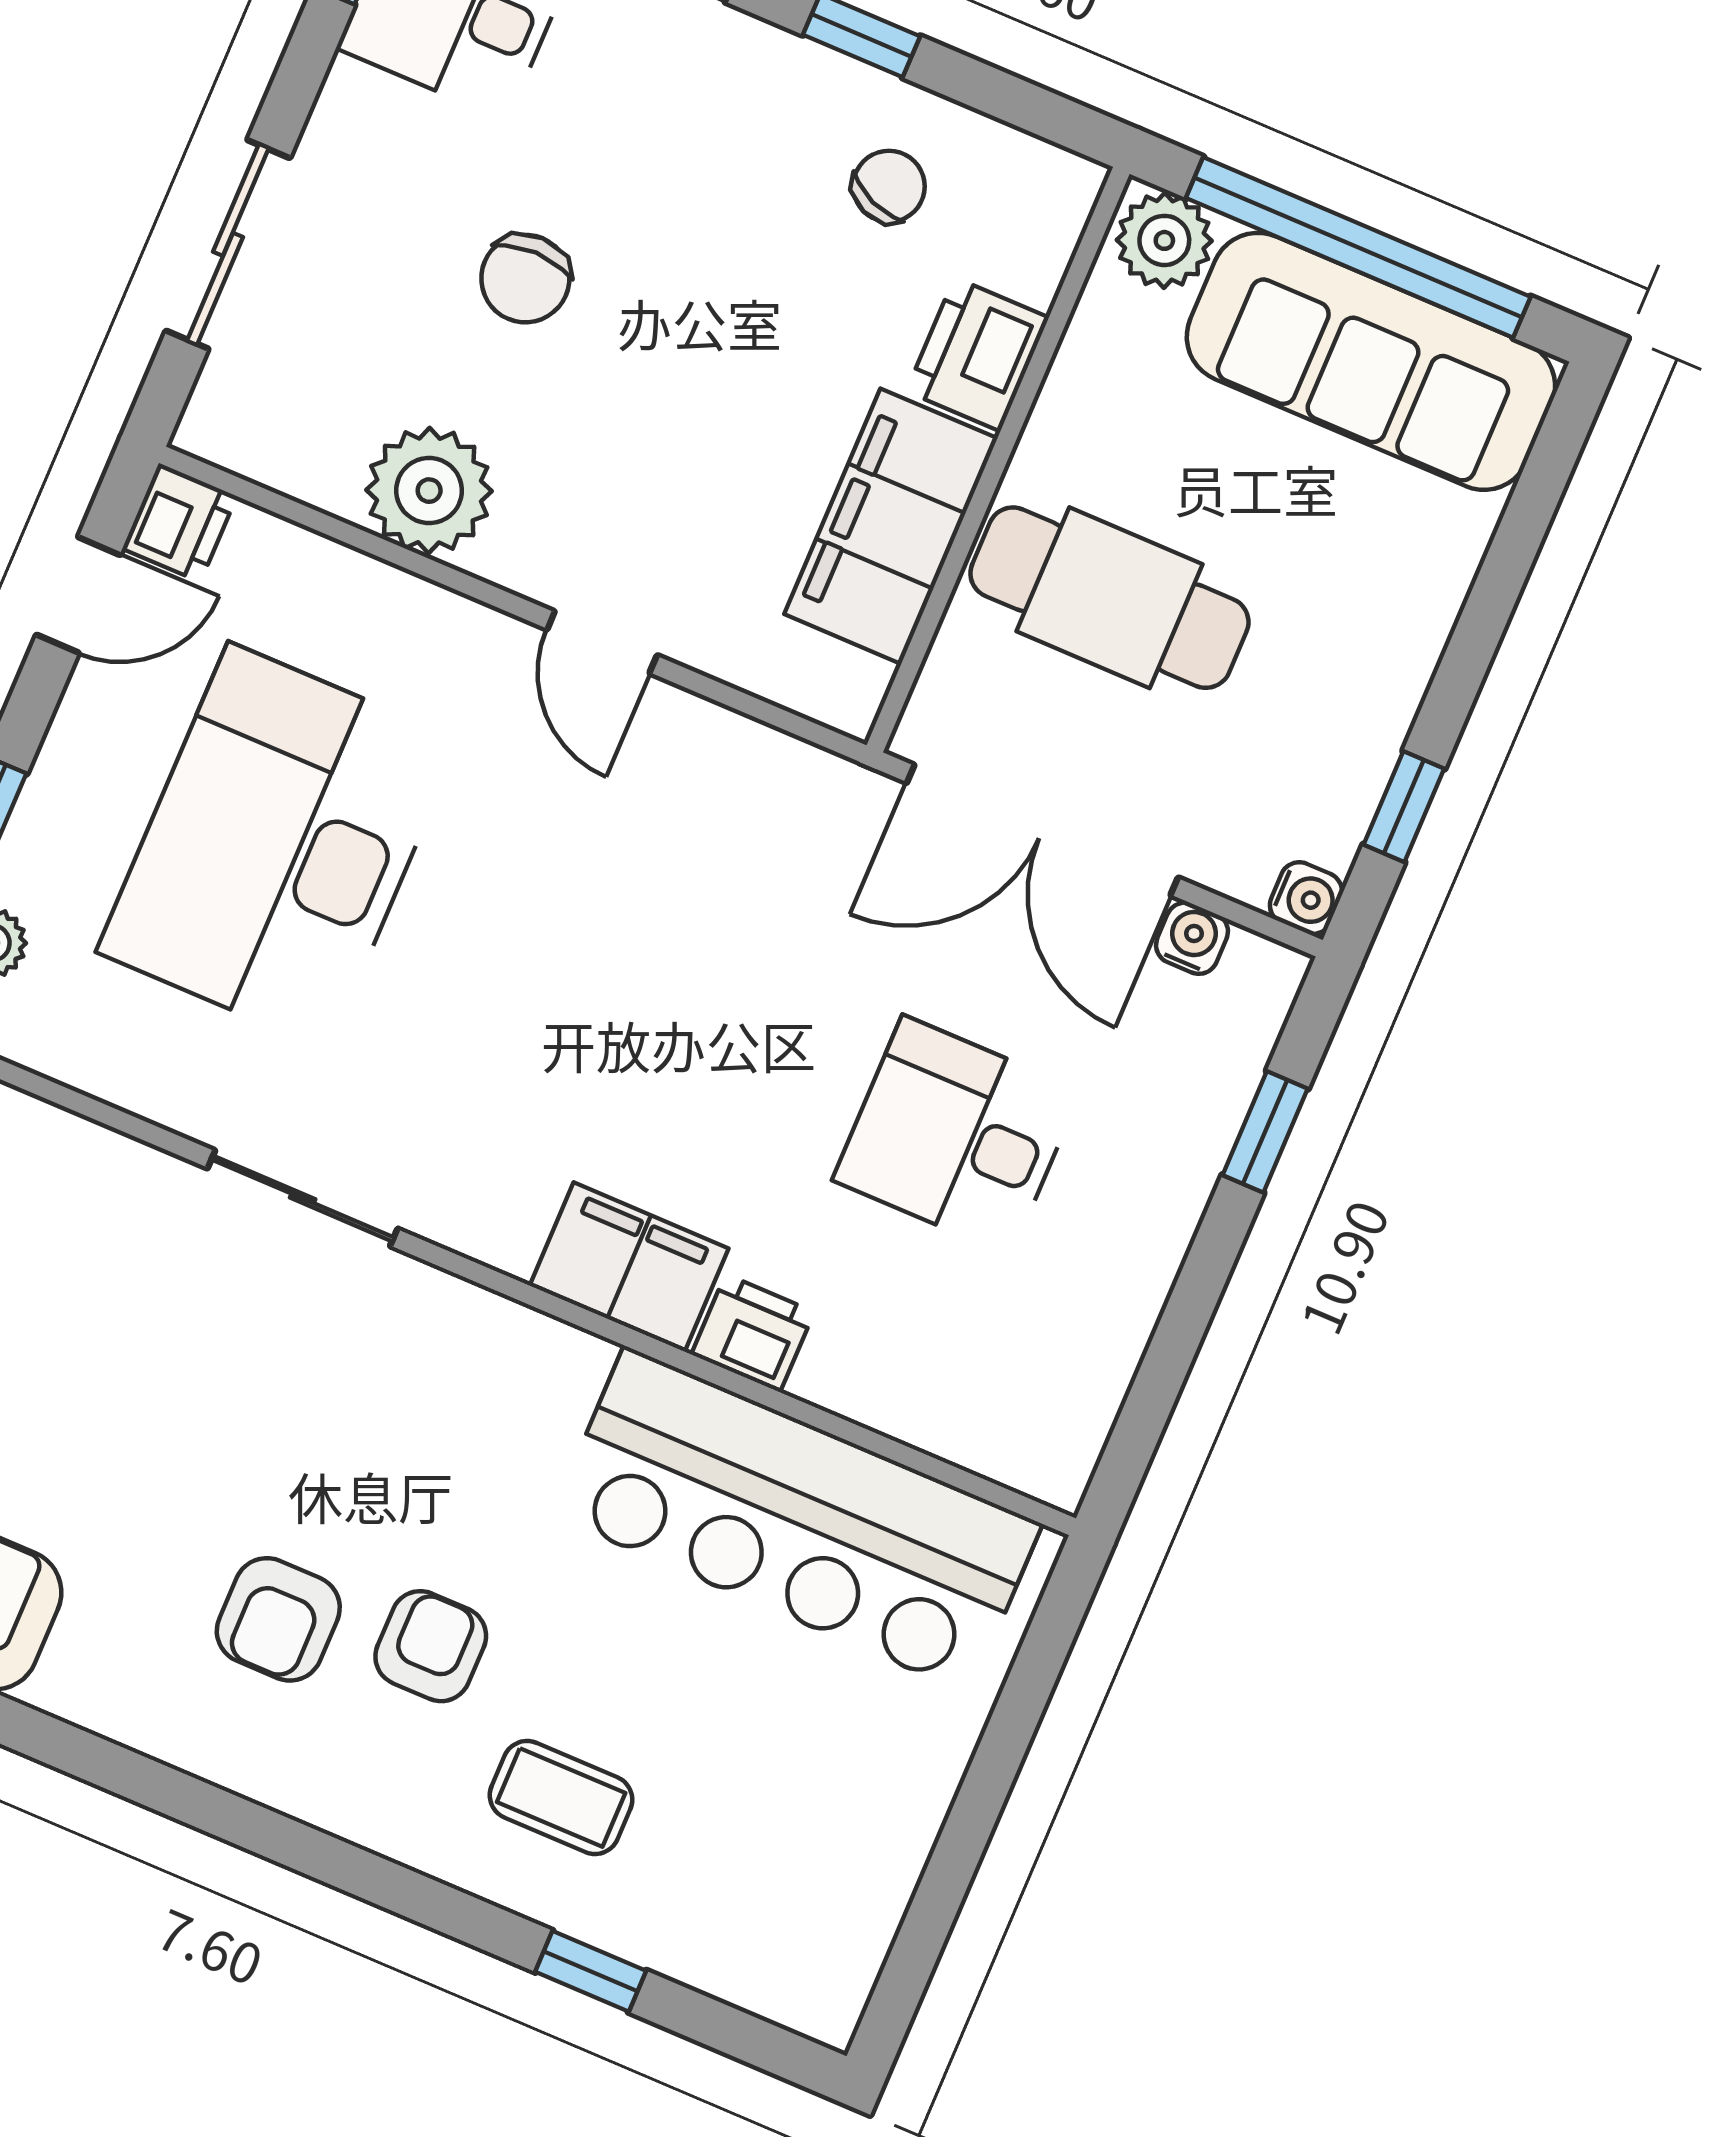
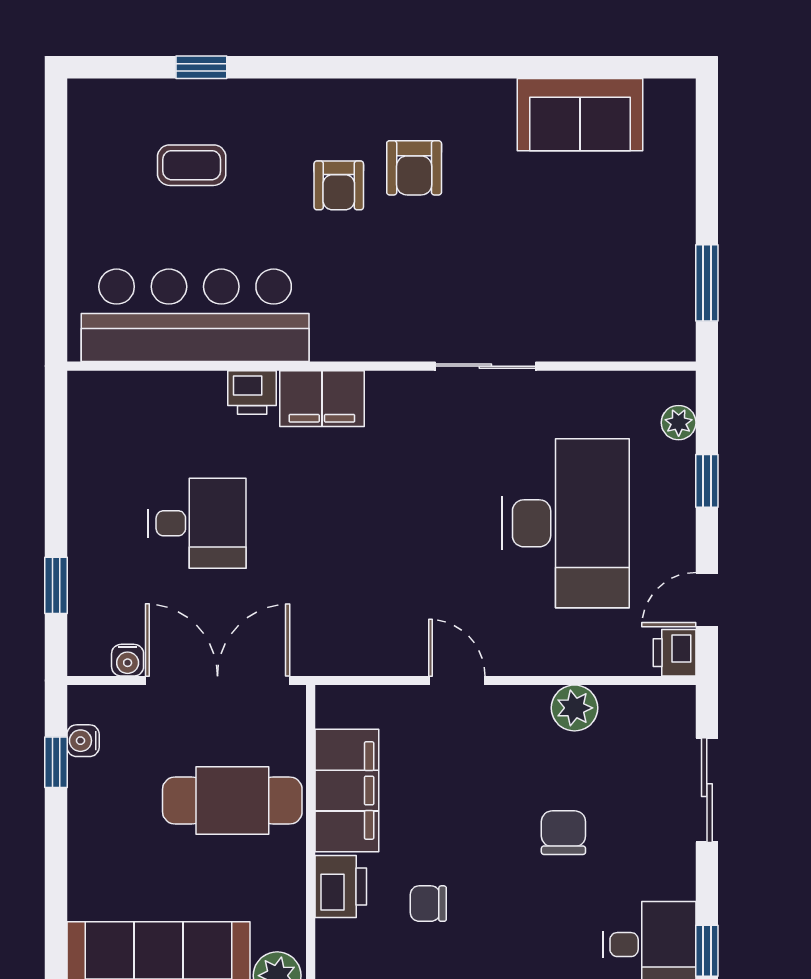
chair: (889, 186) -> (428, 904), moved, turned 68
plant: (429, 491) -> (574, 708), width x0.73, depth x0.73
water cooler: (1306, 898) -> (83, 741), moved
armchair: (278, 1619) -> (414, 168), turned 180
coffee table: (561, 1797) -> (192, 165), moved

